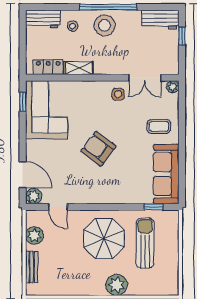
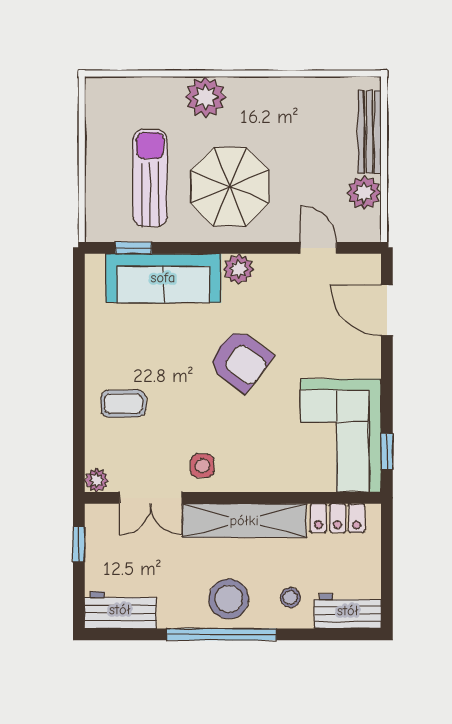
window: (182, 36) -> (79, 544), moved
shelving: (79, 68) -> (244, 521), width x2.20, depth x1.33
double door: (145, 78) -> (151, 498), swing flipped
sofa: (166, 174) -> (163, 278), moved, turned 90
plant: (34, 196) -> (239, 269), moved
sun lounger: (145, 243) -> (150, 178), turned 180
bench: (32, 267) -> (369, 132), width x1.36

